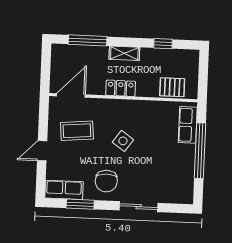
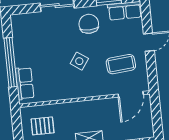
pallet: (172, 87) -> (43, 126), moved
locker: (121, 88) -> (88, 107), removed

